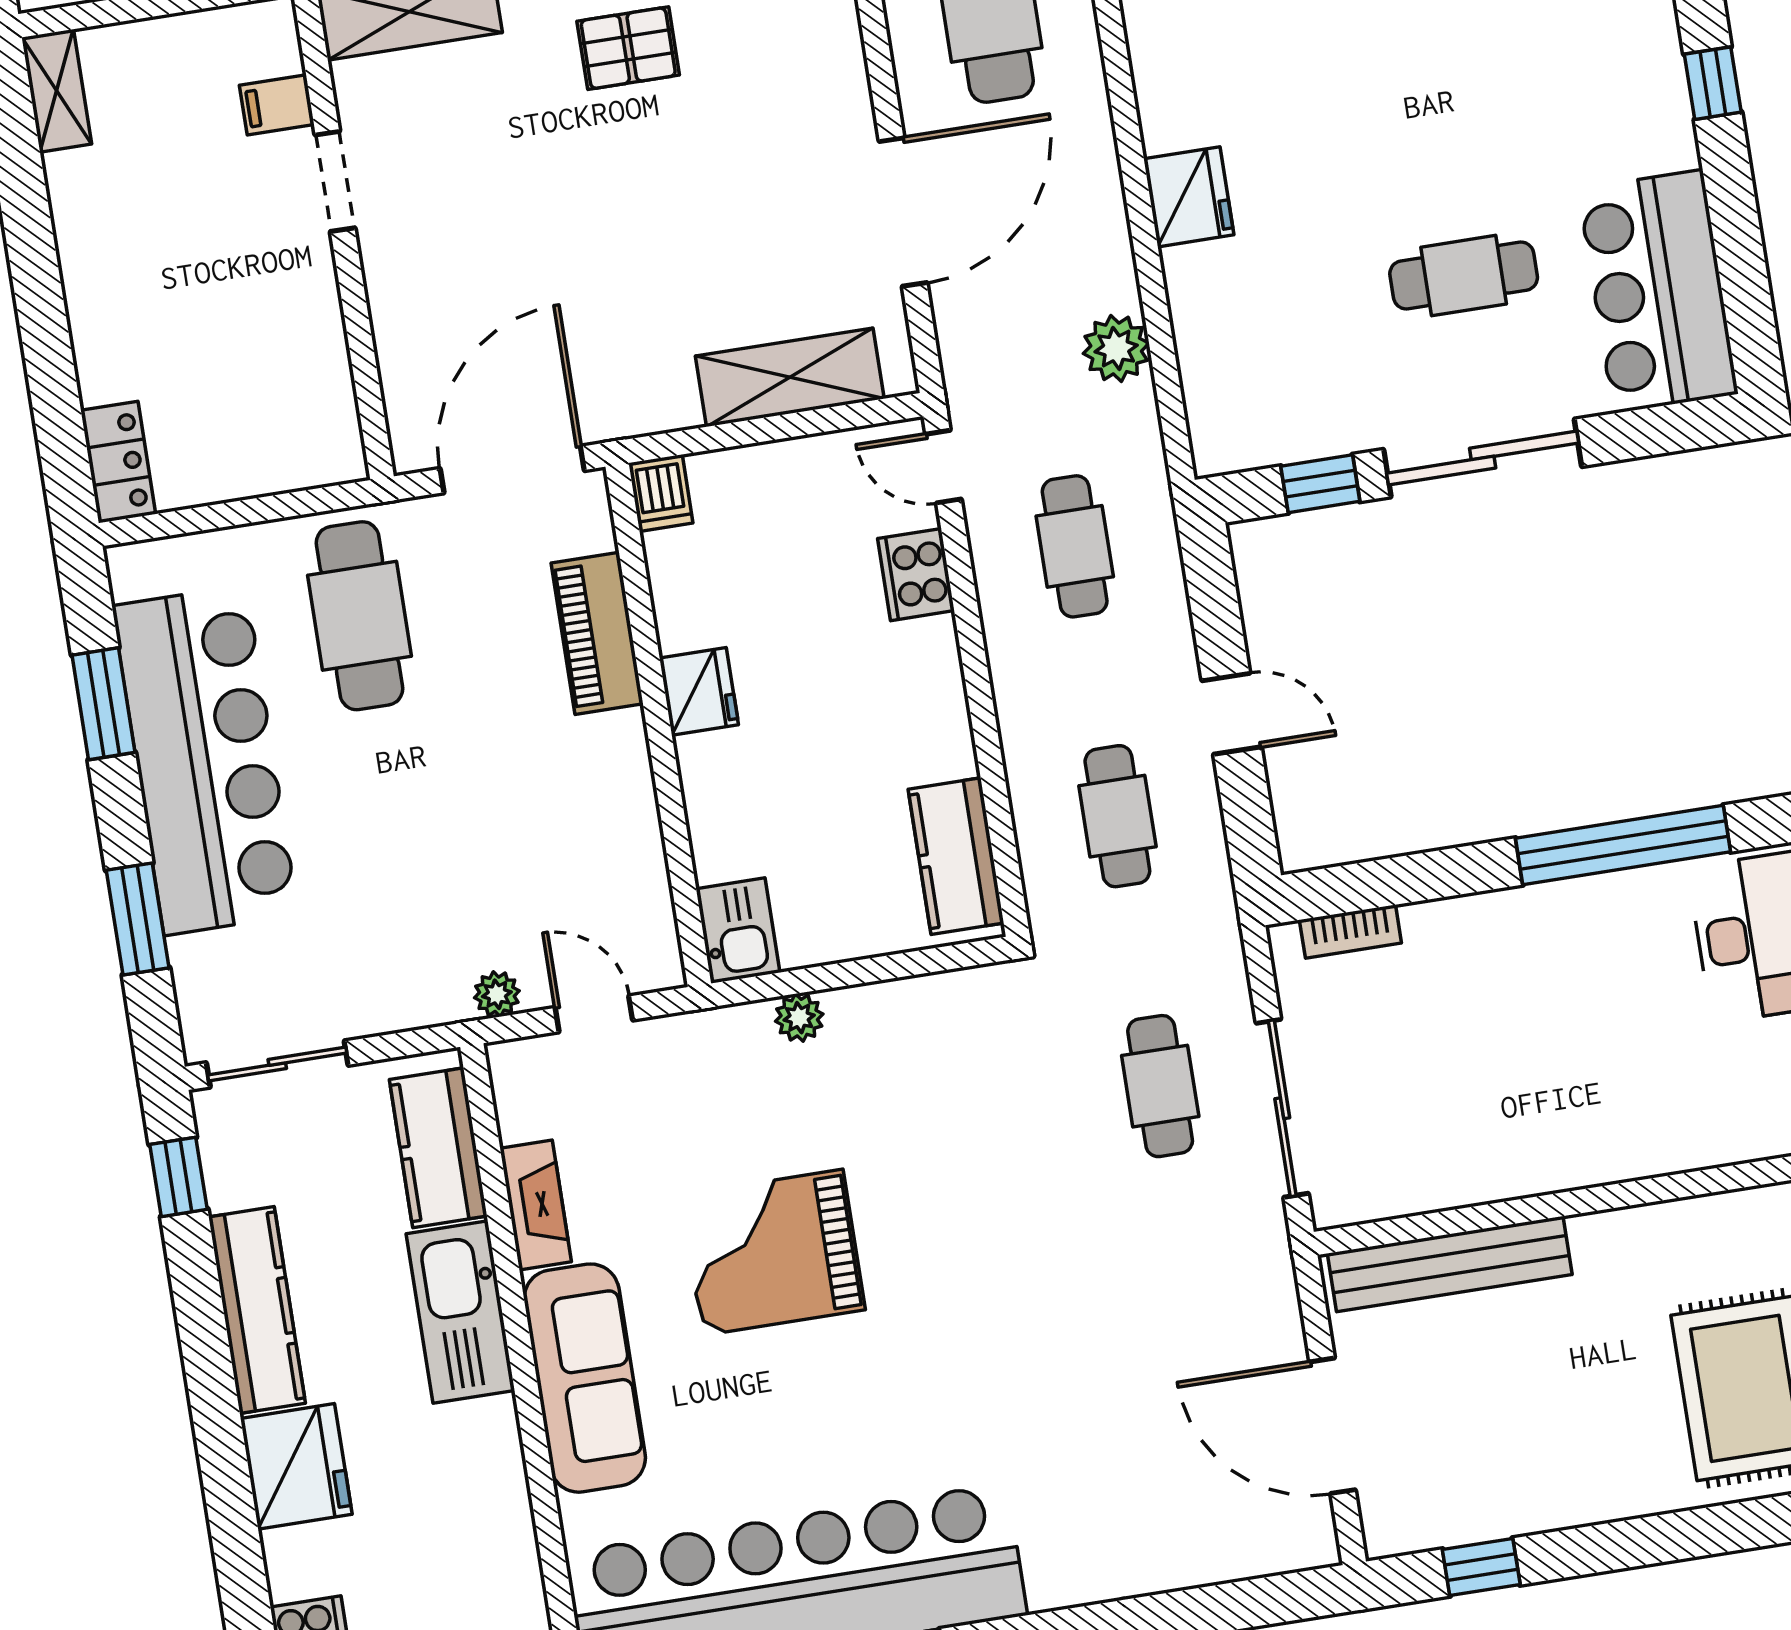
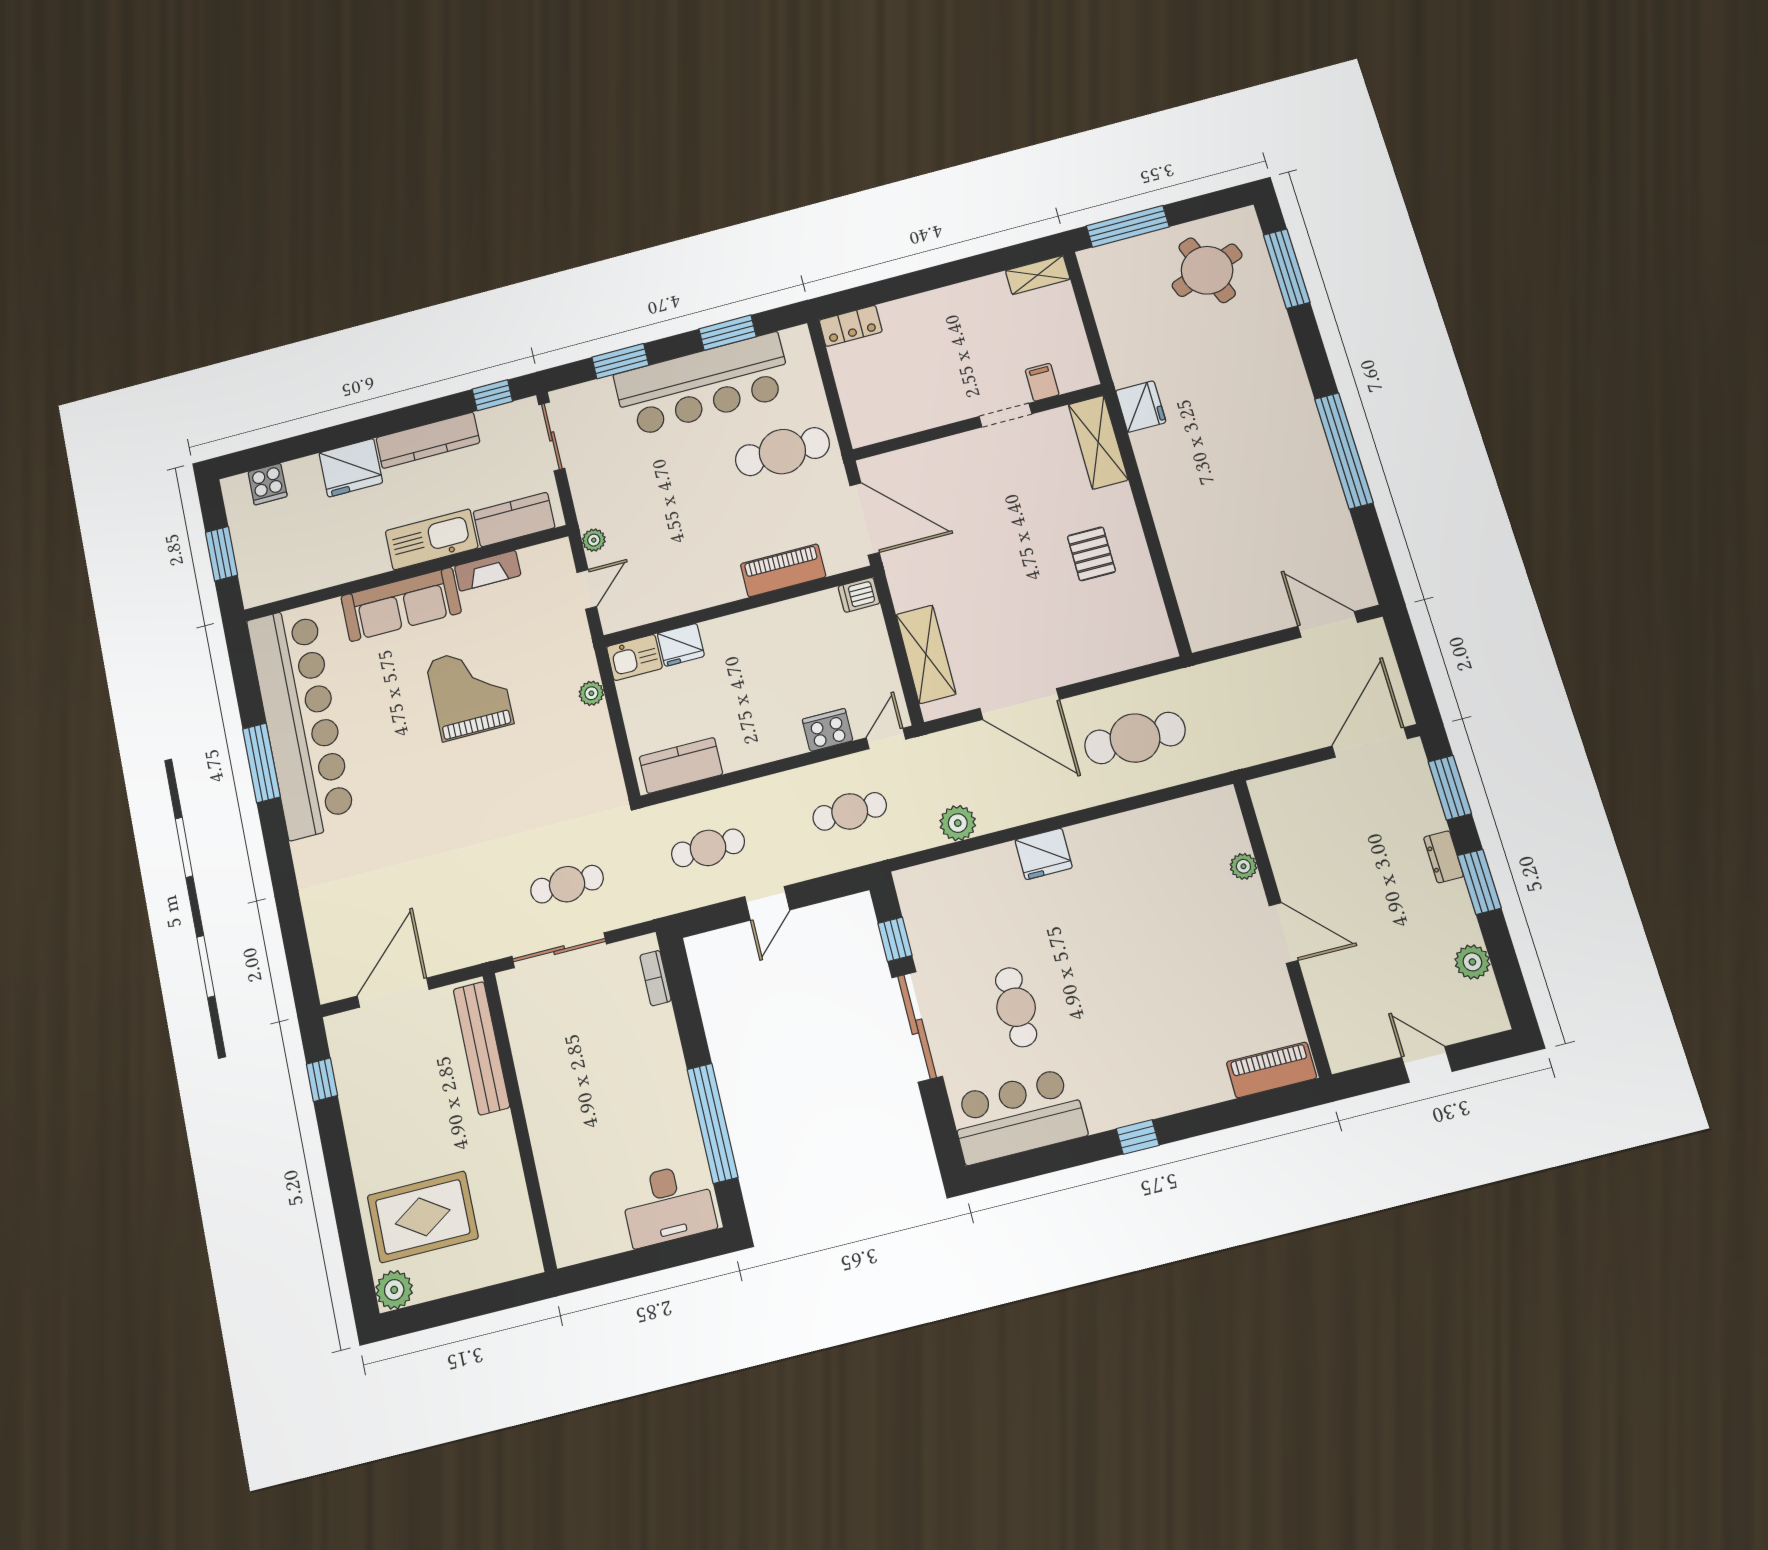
fridge: (699, 691) -> (681, 645), moved

